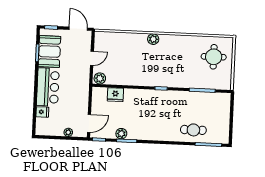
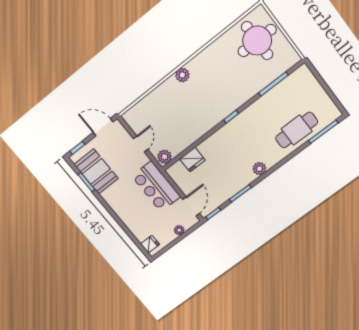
round table: (214, 57) -> (257, 41), width x1.36, depth x1.36
bar counter: (48, 87) -> (156, 186), moved, turned 180
fridge: (42, 112) -> (150, 244), moved
cafe table: (193, 130) -> (297, 130), width x1.37, depth x1.35
plant: (121, 134) -> (259, 169), moved

